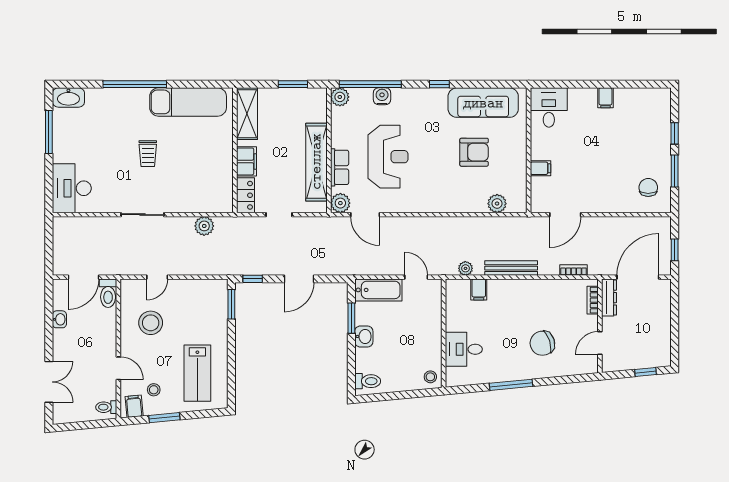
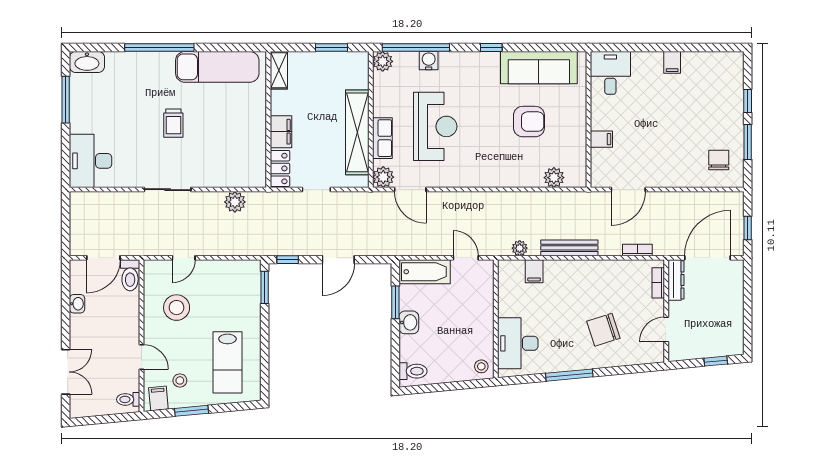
shelving: (247, 114) -> (279, 70), width x0.67, depth x0.75
desk: (464, 349) -> (518, 343), width x1.37

